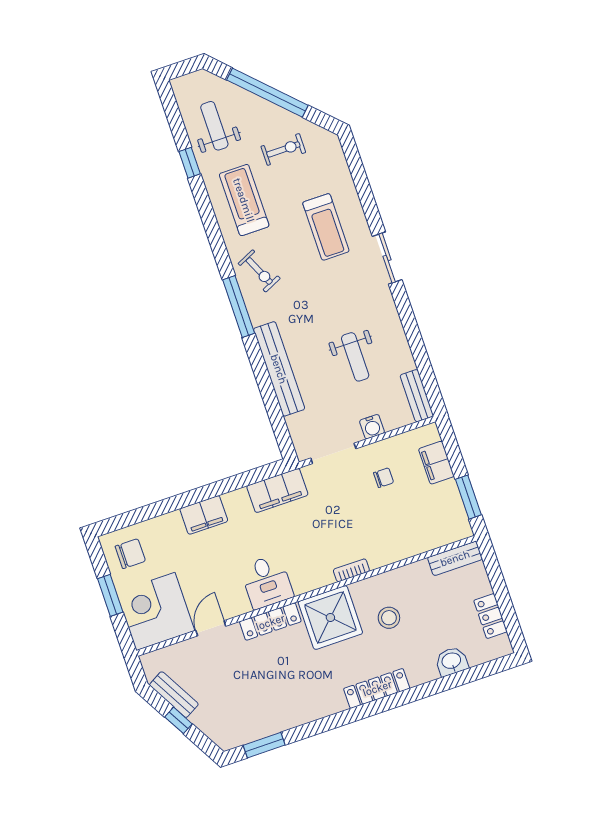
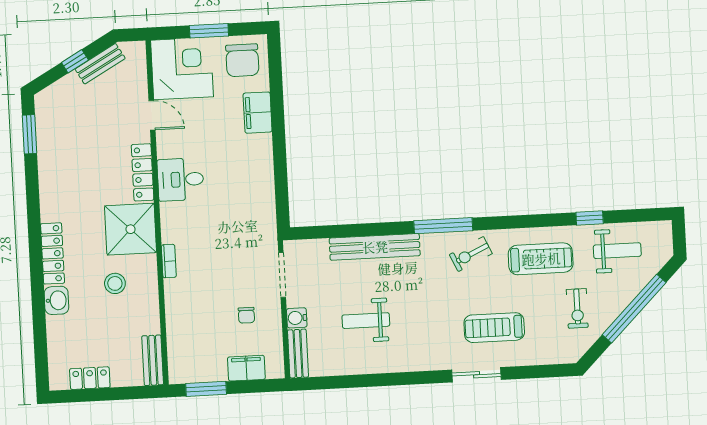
sliding door: (387, 258) -> (477, 375), moved
bench: (417, 396) -> (298, 354), moved, turned 90
filing cabinet: (277, 490) -> (262, 213), removed
filing cabinet: (204, 515) -> (258, 113), moved
chair: (130, 554) -> (242, 60), width x1.37, depth x1.37
washbasin: (452, 661) -> (56, 300), moved

